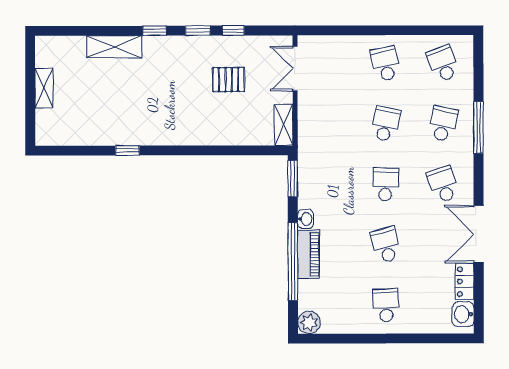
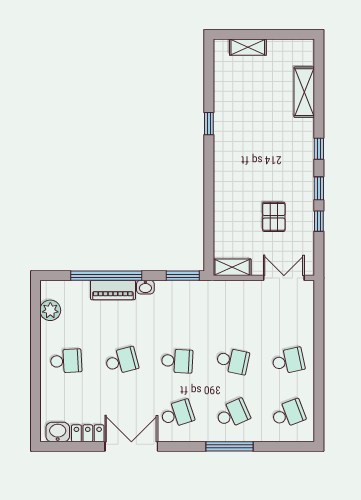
shelving: (114, 47) -> (304, 92), moved
shelving: (44, 88) -> (248, 47), moved
school desk: (443, 124) -> (233, 414), turned -36
plant: (309, 323) -> (50, 310), moved

